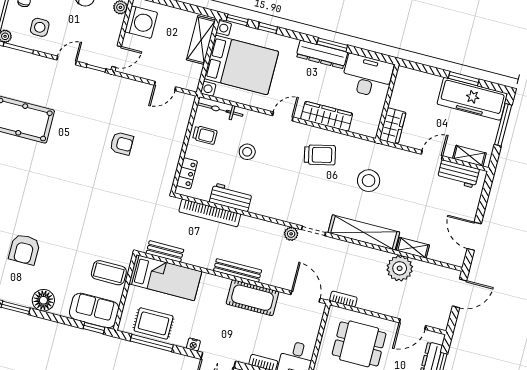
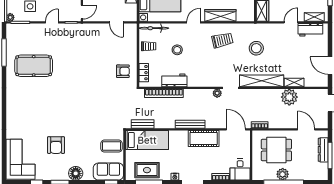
door: (165, 86) -> (116, 22), hinge flipped
armchair: (122, 144) -> (123, 71), moved
door: (413, 324) -> (306, 129), swing flipped

